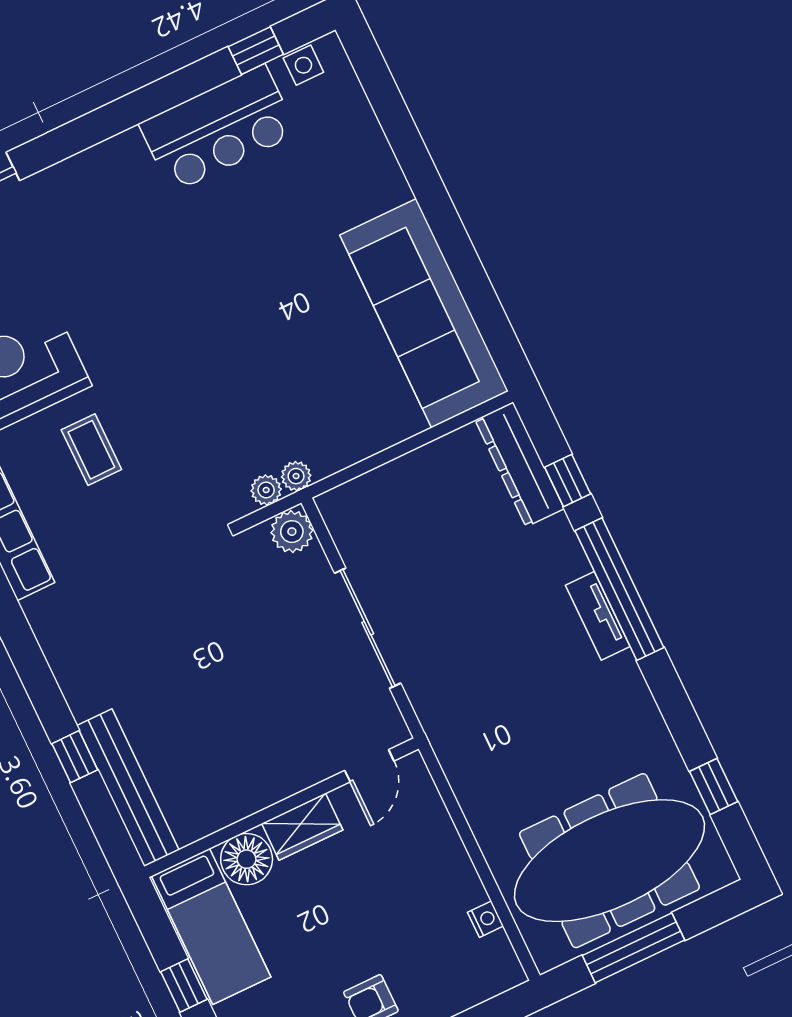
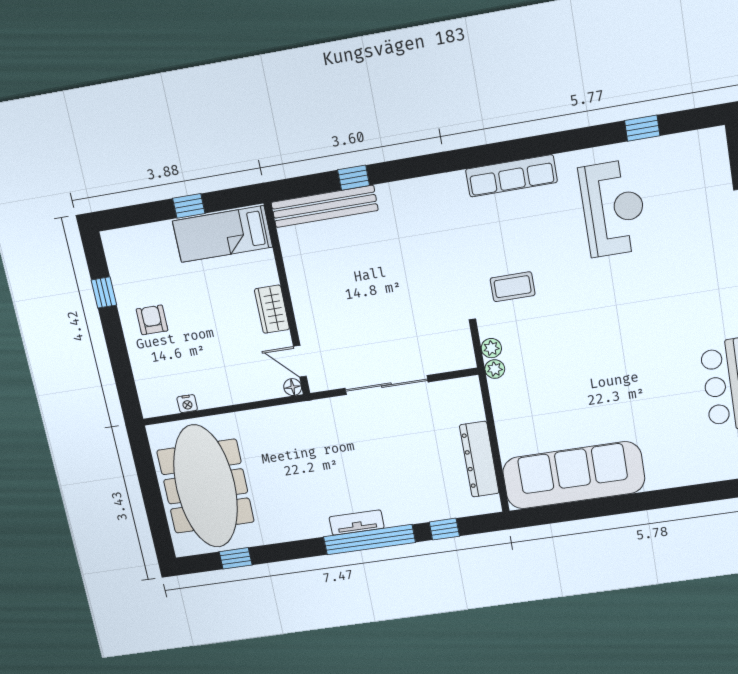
coffee table: (91, 450) -> (513, 287), moved
dresser: (520, 464) -> (479, 459), moved, turned -90
plant: (292, 532) -> (460, 356), removed
floor lamp: (247, 859) -> (293, 387), moved, width x0.53, depth x0.53
window: (634, 948) -> (149, 485), removed

